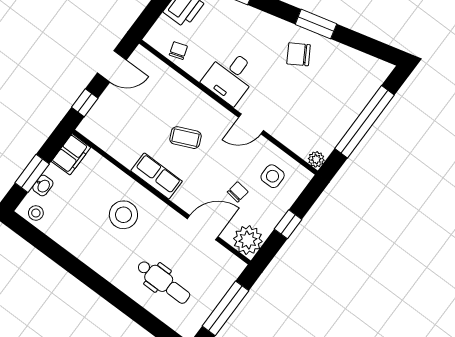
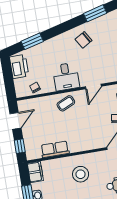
window: (316, 24) -> (95, 13), moved
coffee table: (185, 138) -> (66, 103), moved
row of seats: (157, 176) -> (55, 149), moved

